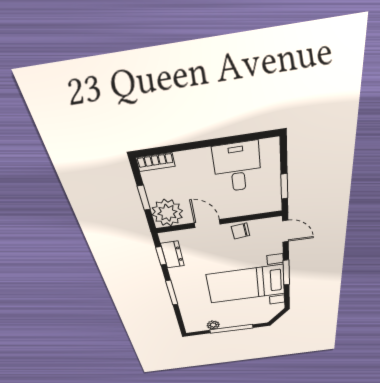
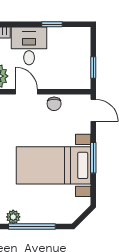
window: (227, 140) -> (52, 24), added
desk: (237, 167) -> (29, 46), moved
chair: (241, 231) -> (54, 104), turned -83

